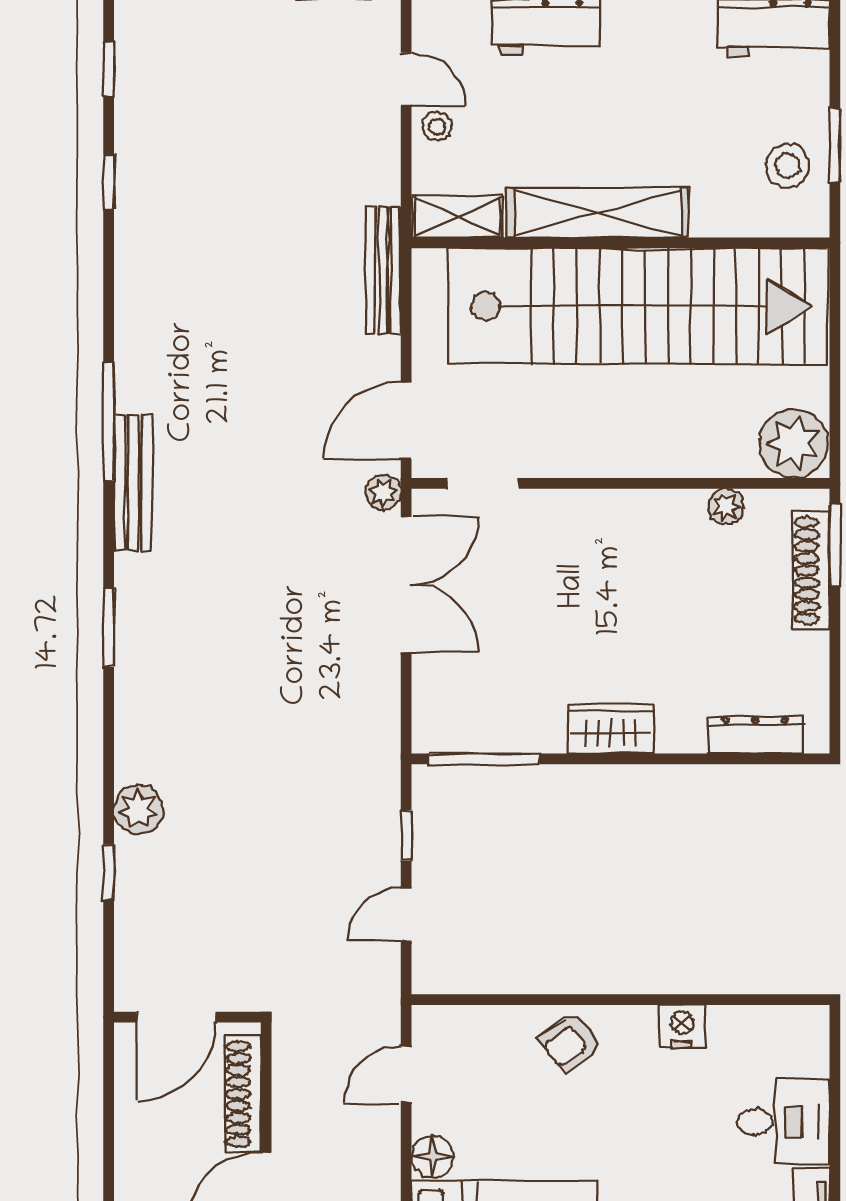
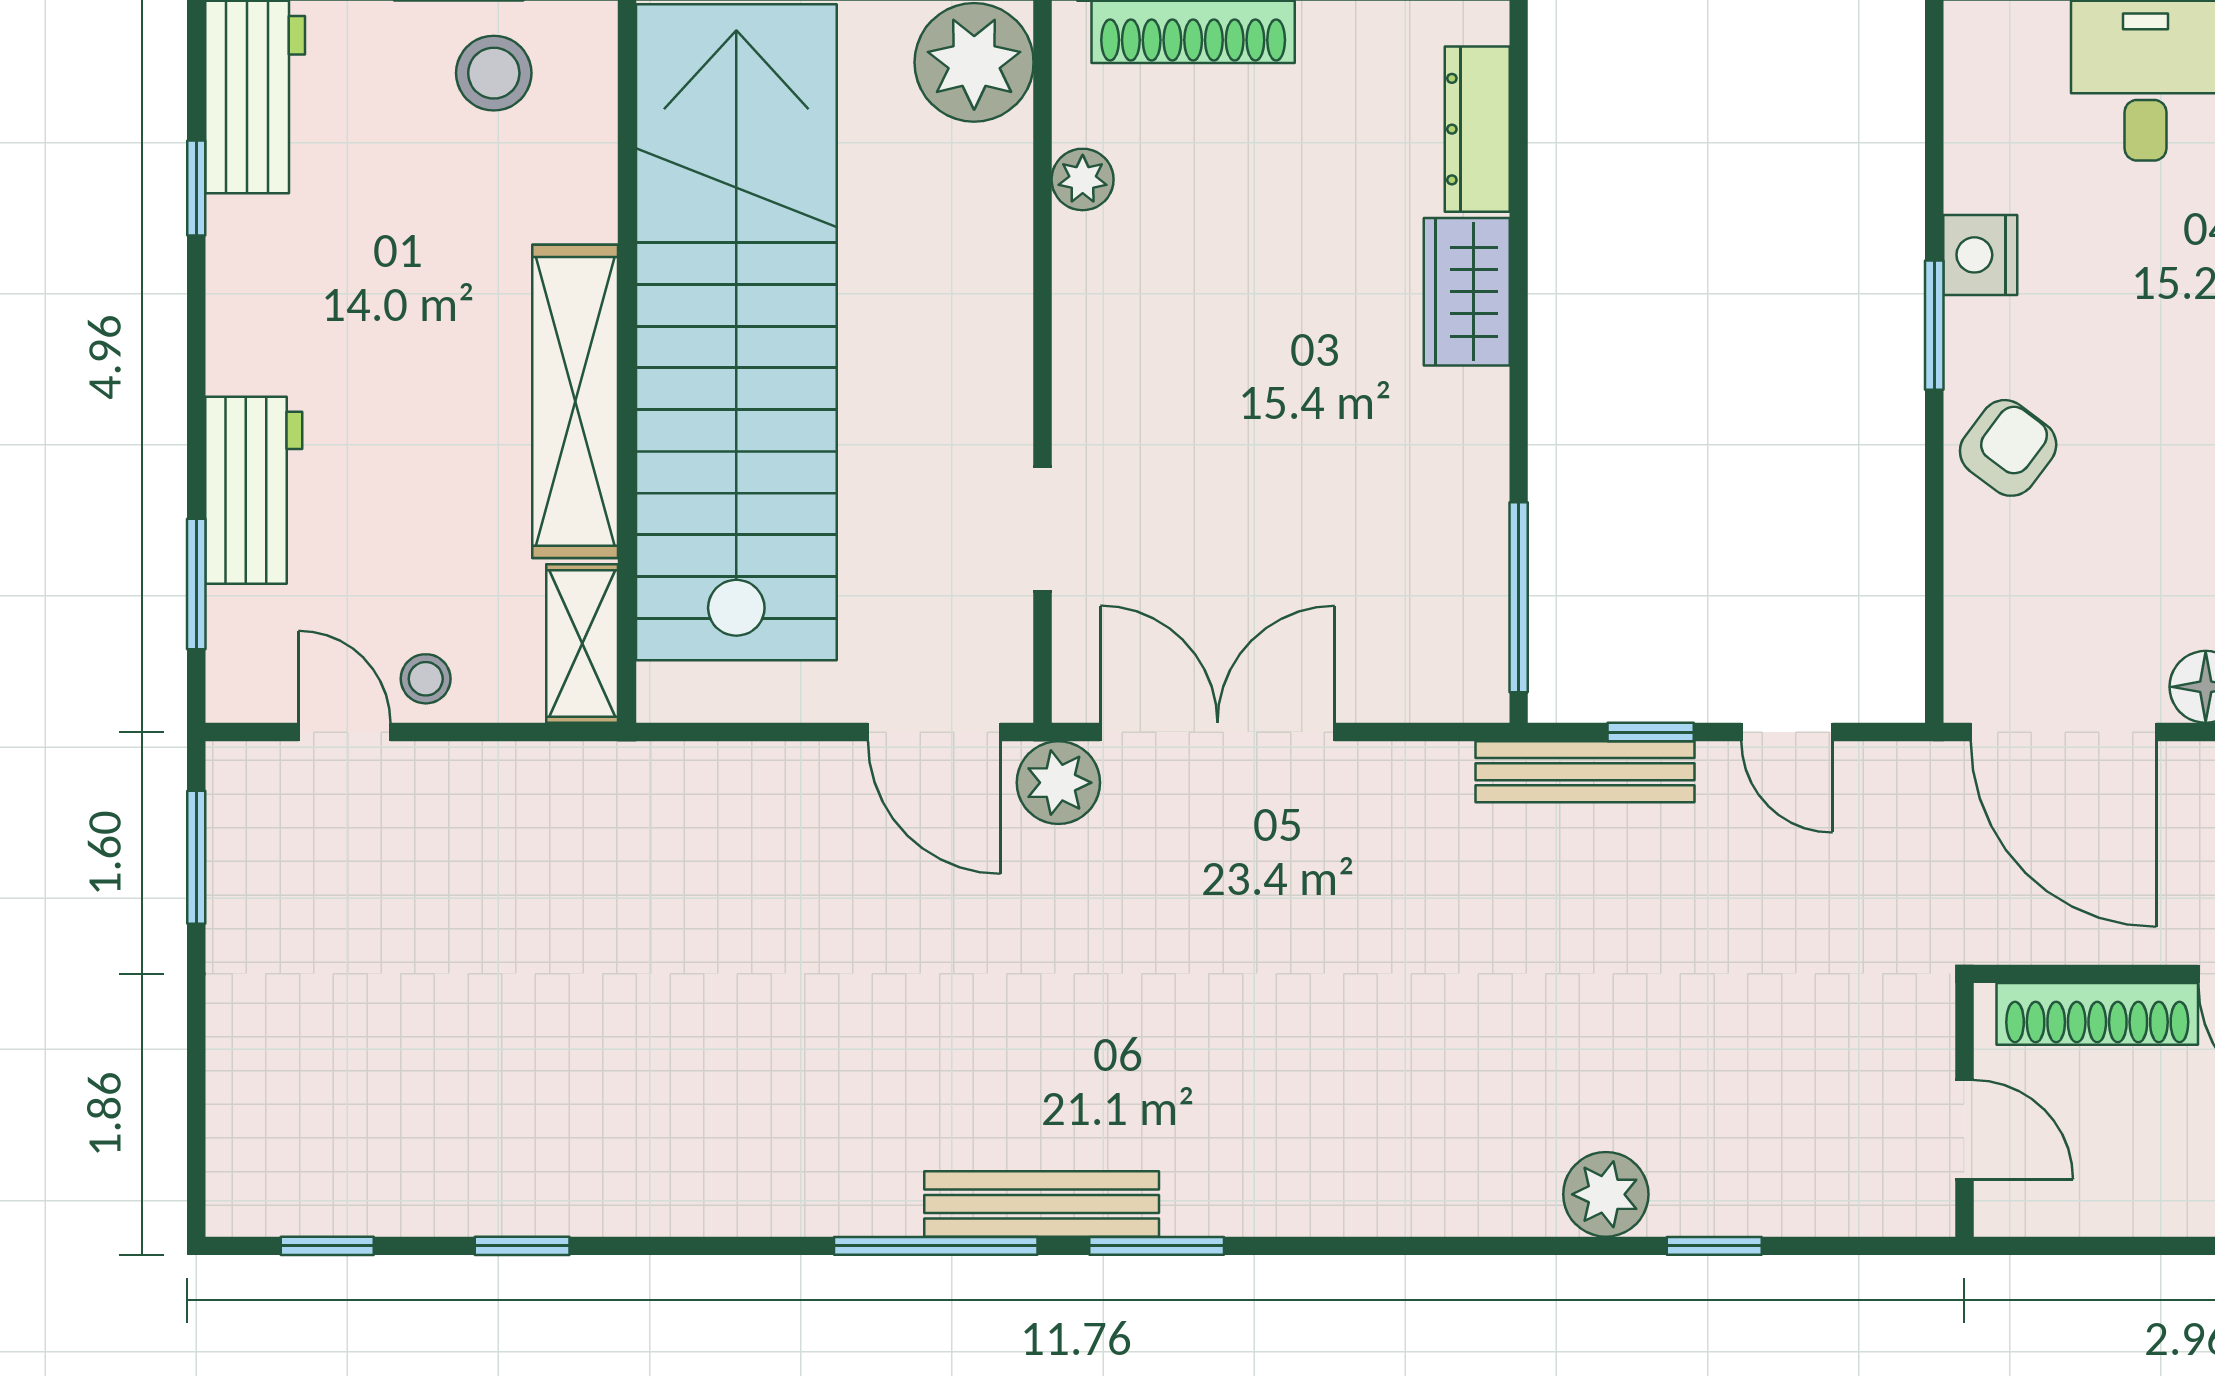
door: (406, 79) -> (344, 732), hinge flipped
bench: (383, 270) -> (1585, 772), moved
doorway: (483, 483) -> (1043, 529), moved
plant: (383, 493) -> (1058, 783), width x1.38, depth x1.38
window: (109, 628) -> (1157, 1246), moved
wardrobe: (611, 729) -> (1467, 292), moved
window: (642, 1000) -> (1934, 325), added
door: (176, 1017) -> (1964, 1130), width x0.73
armchair: (571, 1042) -> (2008, 448), turned -106
door: (406, 1074) -> (2063, 732), width x1.88

